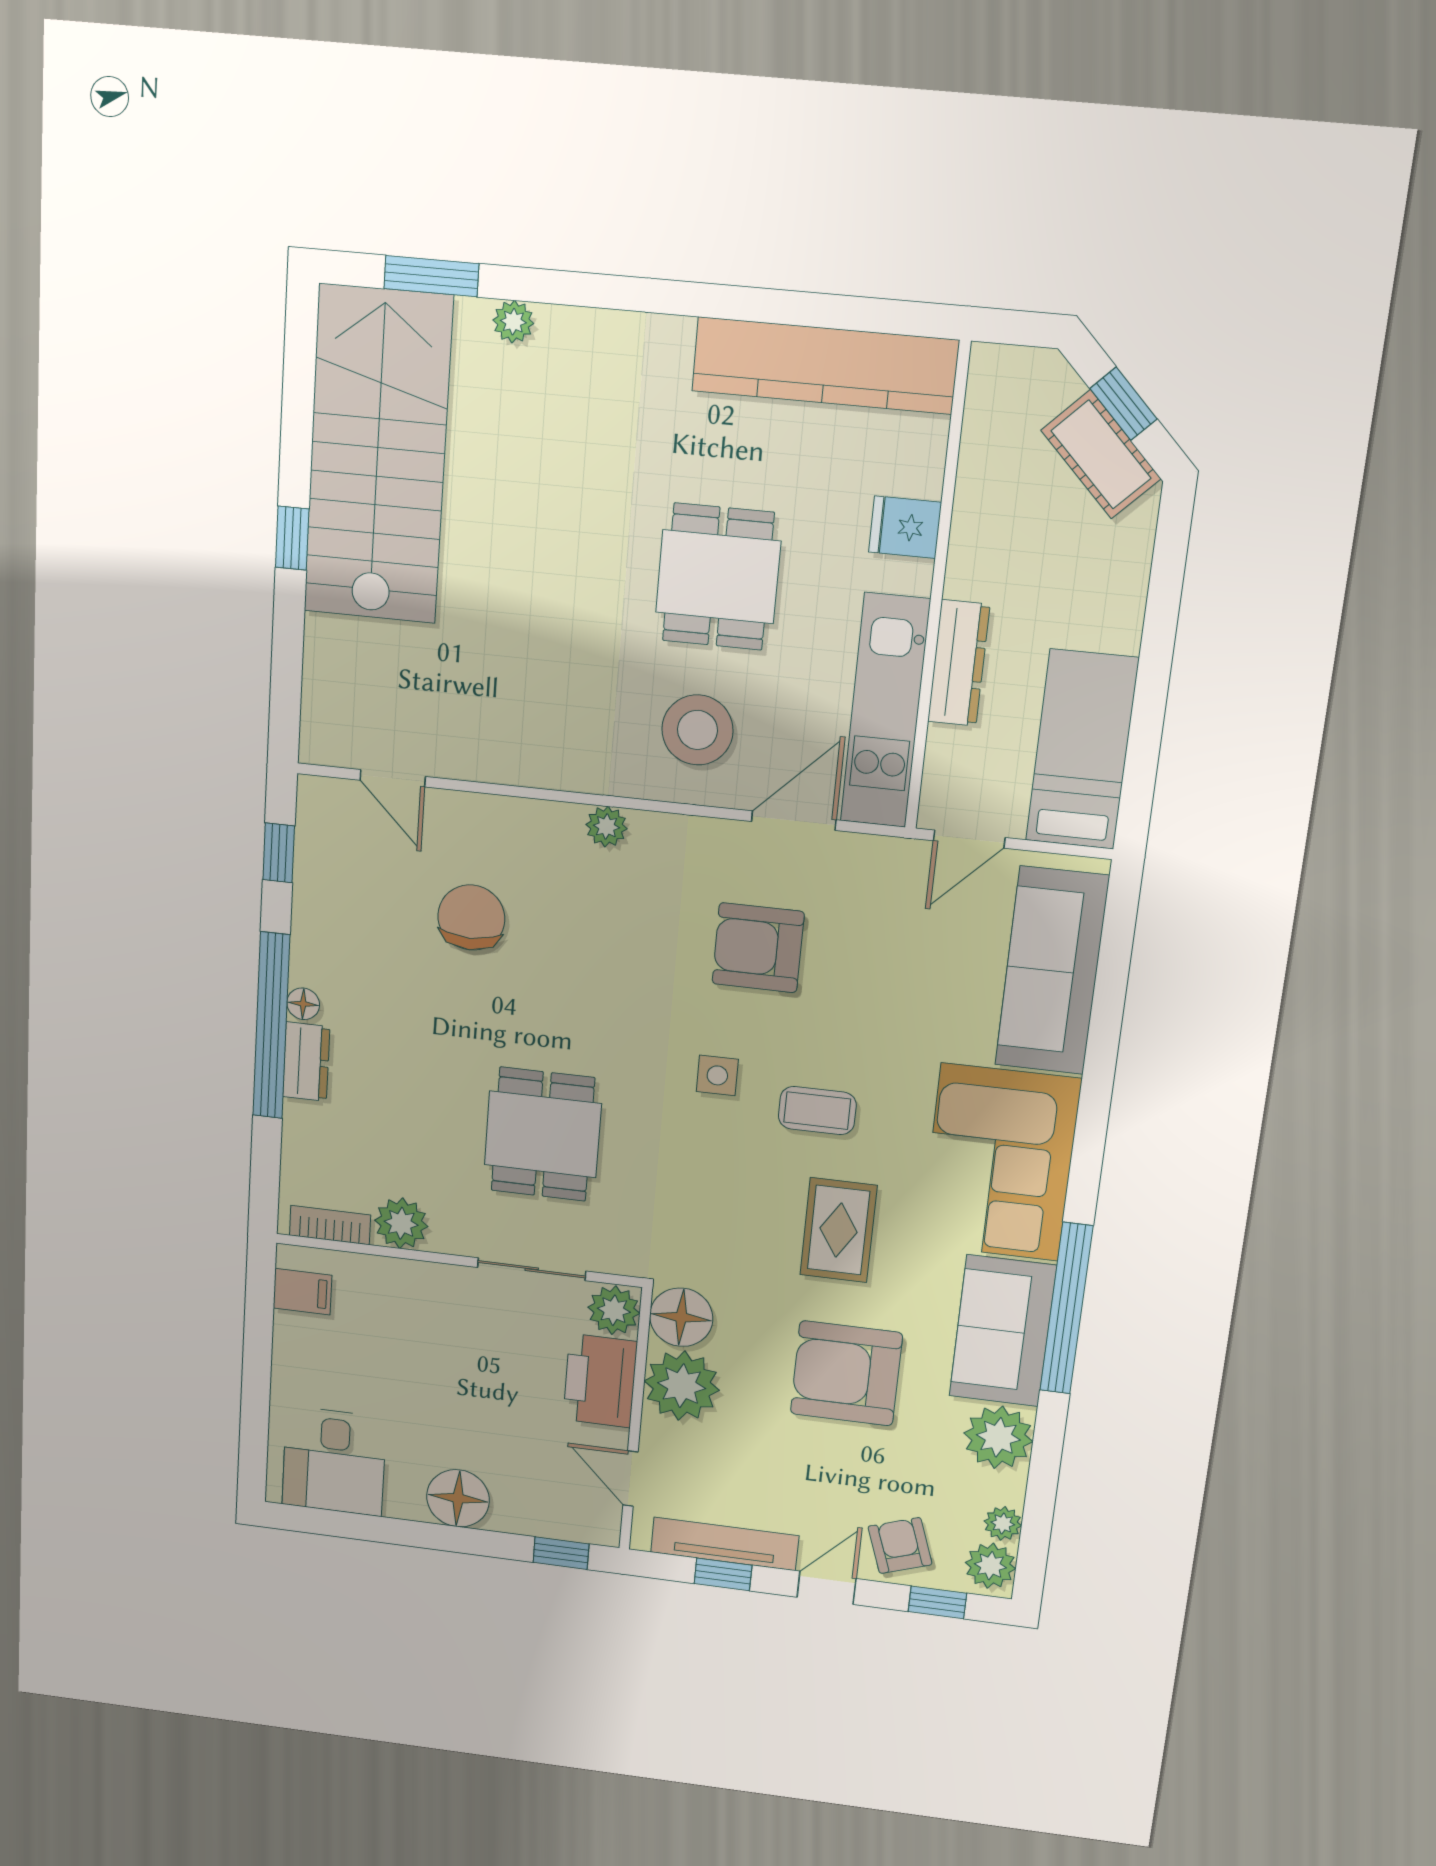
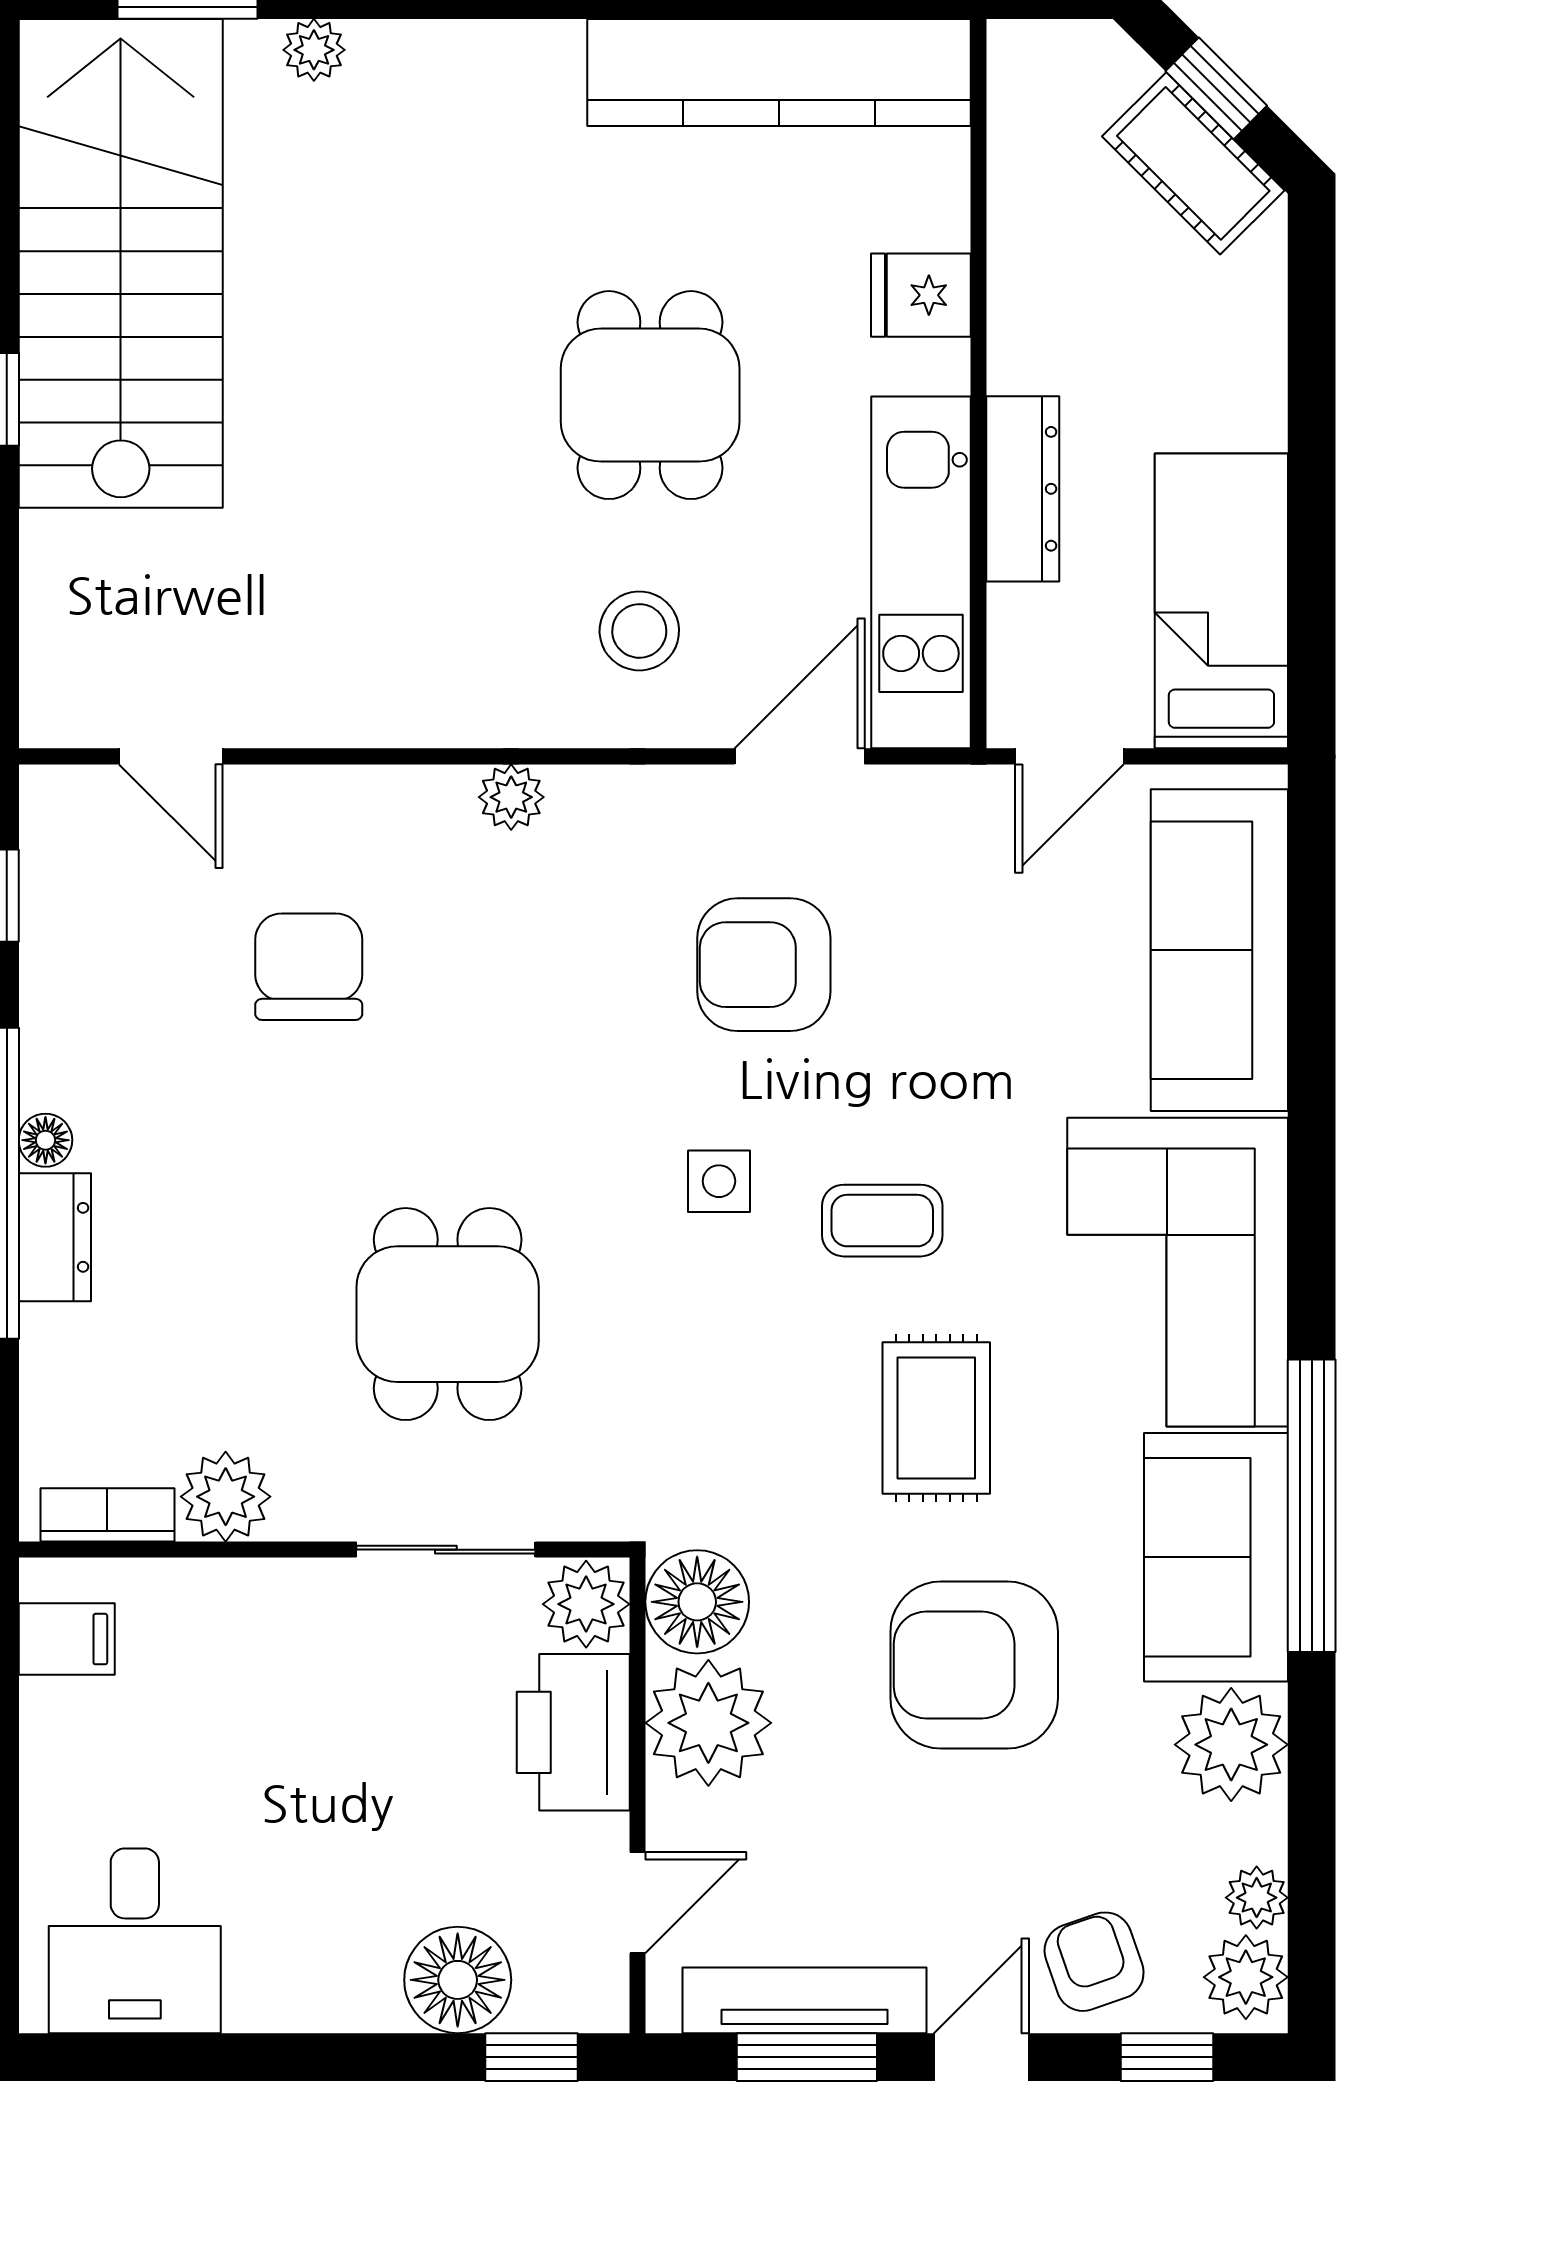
stool: (698, 730) -> (639, 631), width x0.73, depth x0.73
door: (630, 1479) -> (637, 1903), swing flipped
floor lamp: (458, 1498) -> (458, 1980), moved
window: (723, 1574) -> (807, 2057), width x1.50

